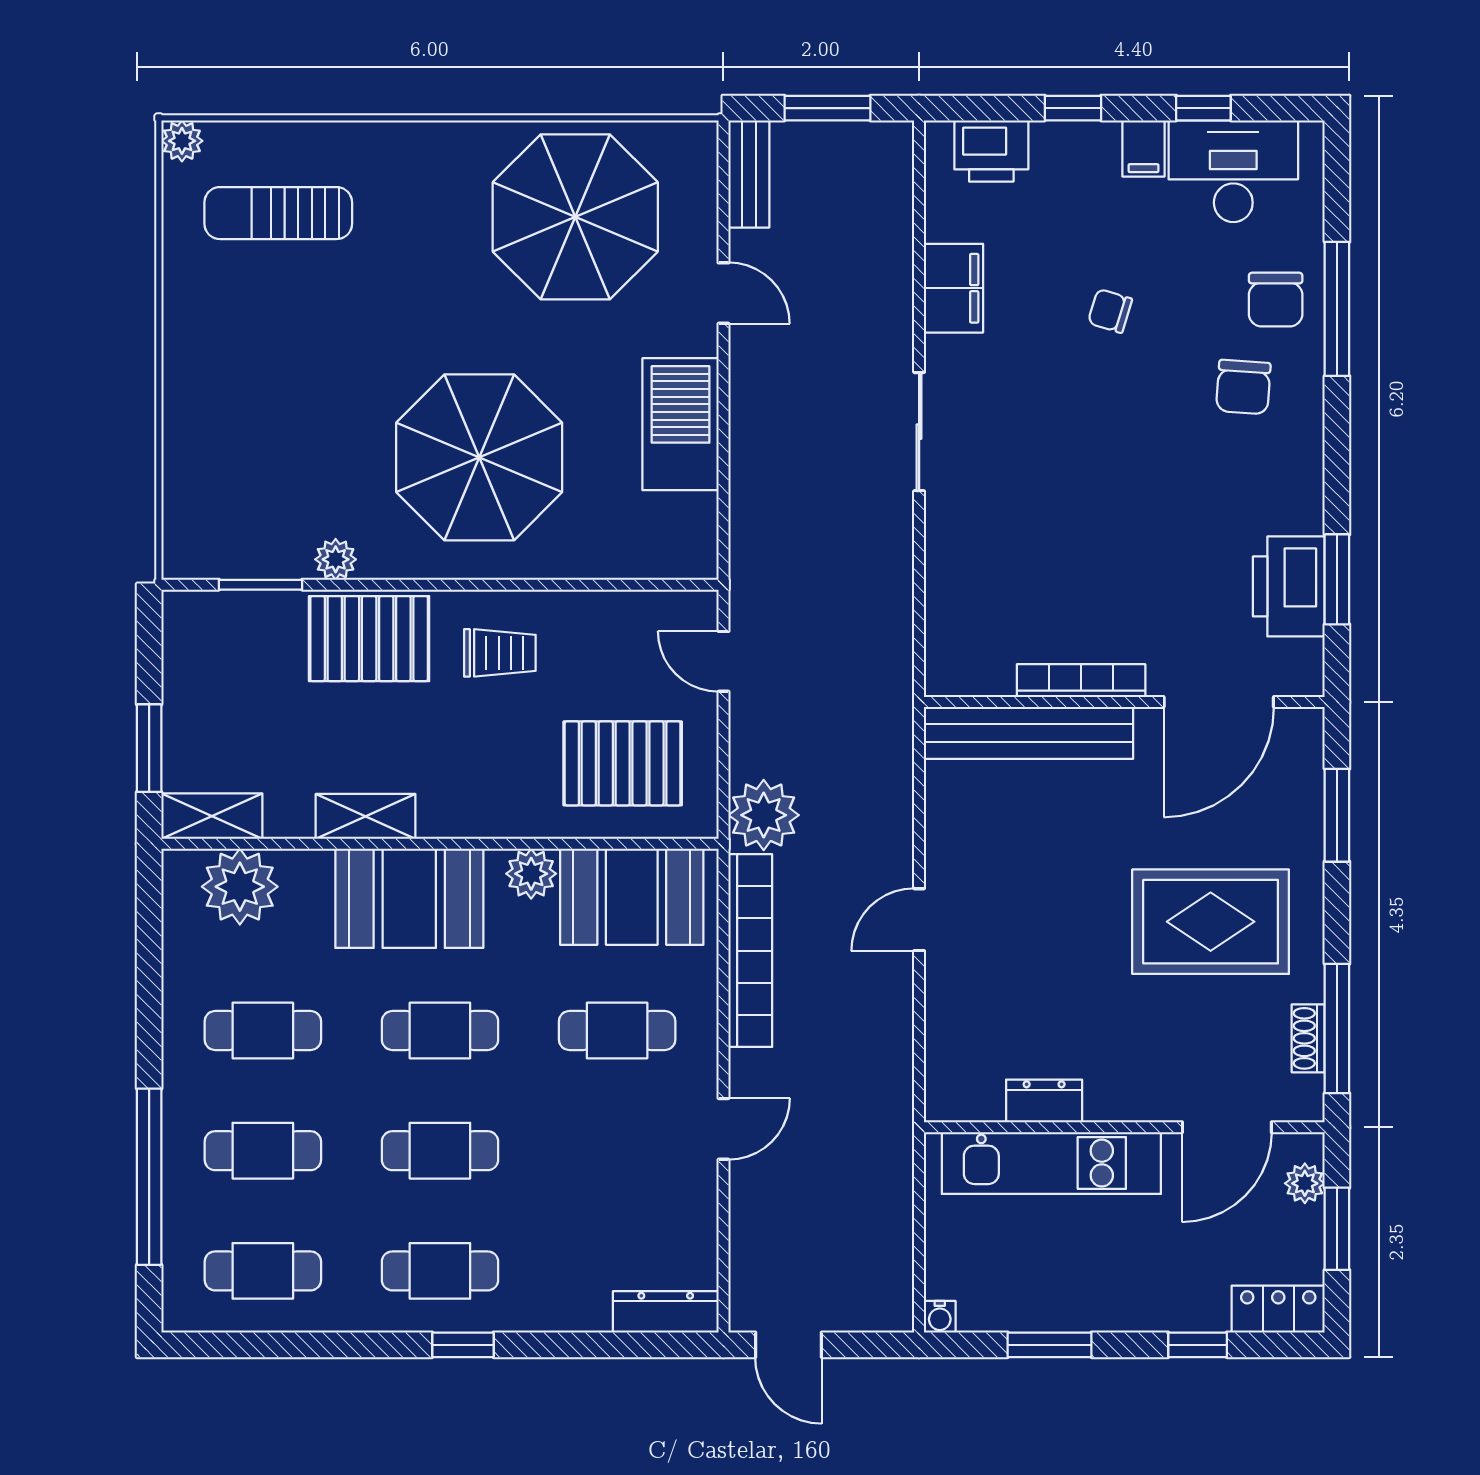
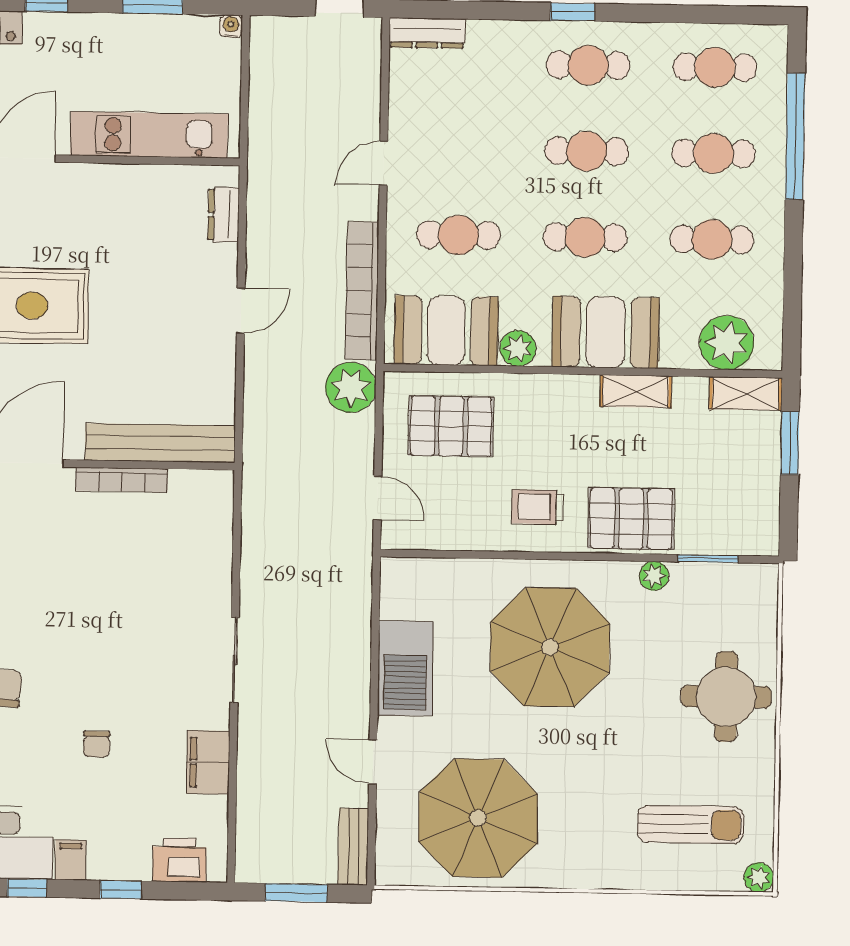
chair: (1110, 311) -> (97, 744), turned 73
round table: (232, 392) -> (726, 697), added
dresser: (1044, 1101) -> (224, 215), moved, turned 90

